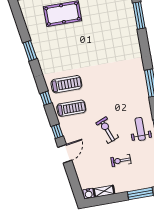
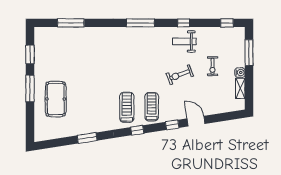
water cooler: (88, 194) -> (240, 73), moved

